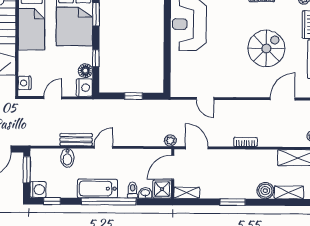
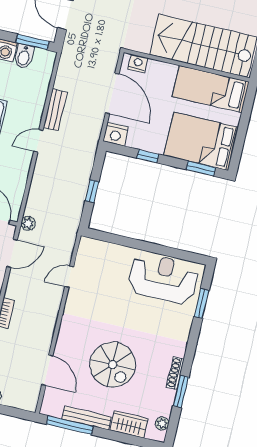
floor lamp: (85, 71) -> (136, 140), removed
door: (53, 98) -> (112, 93), width x1.88
door: (104, 147) -> (38, 141), swing flipped
bidet: (67, 158) -> (24, 56), moved, turned -90

